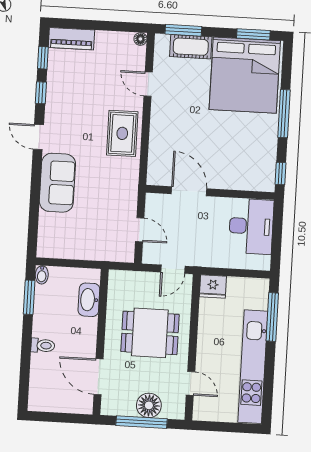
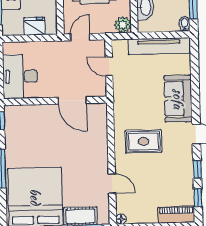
rug: (122, 133) -> (143, 141), moved, turned 90
tv unit: (76, 250) -> (159, 46), added
plant: (118, 280) -> (123, 25), added
fridge: (213, 286) -> (34, 26), moved

